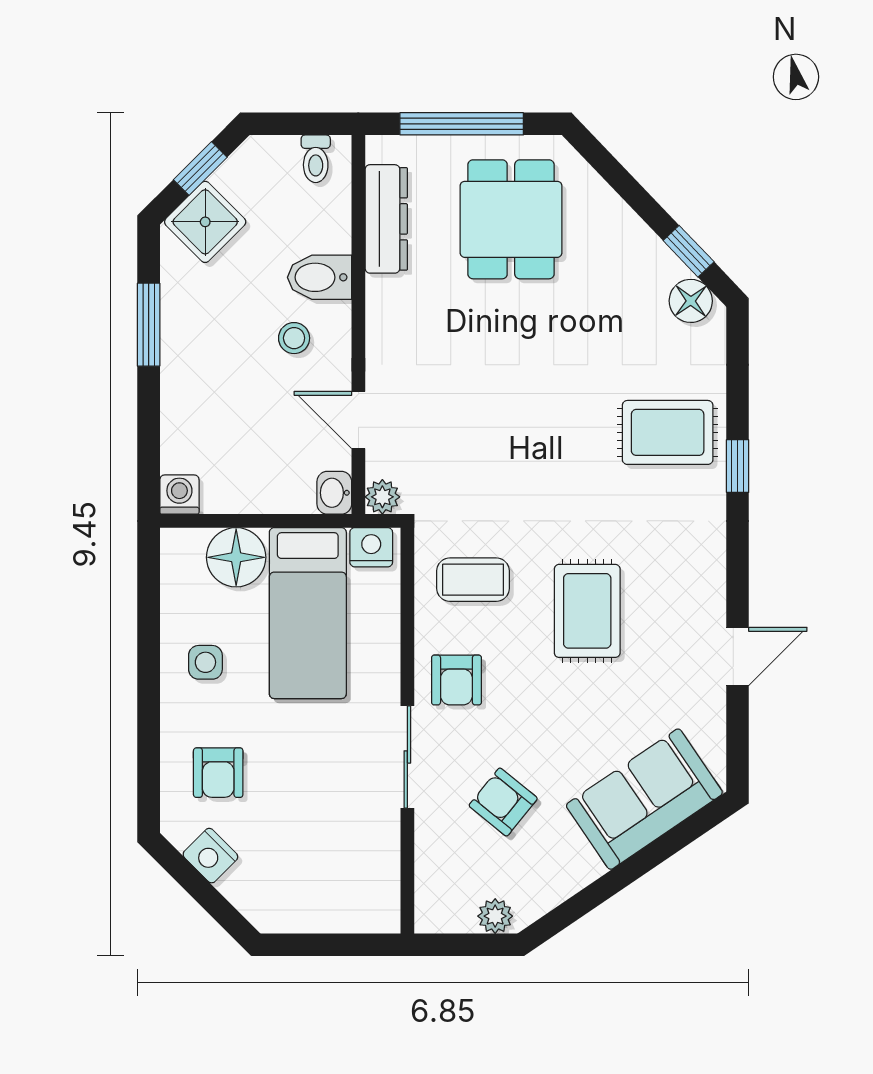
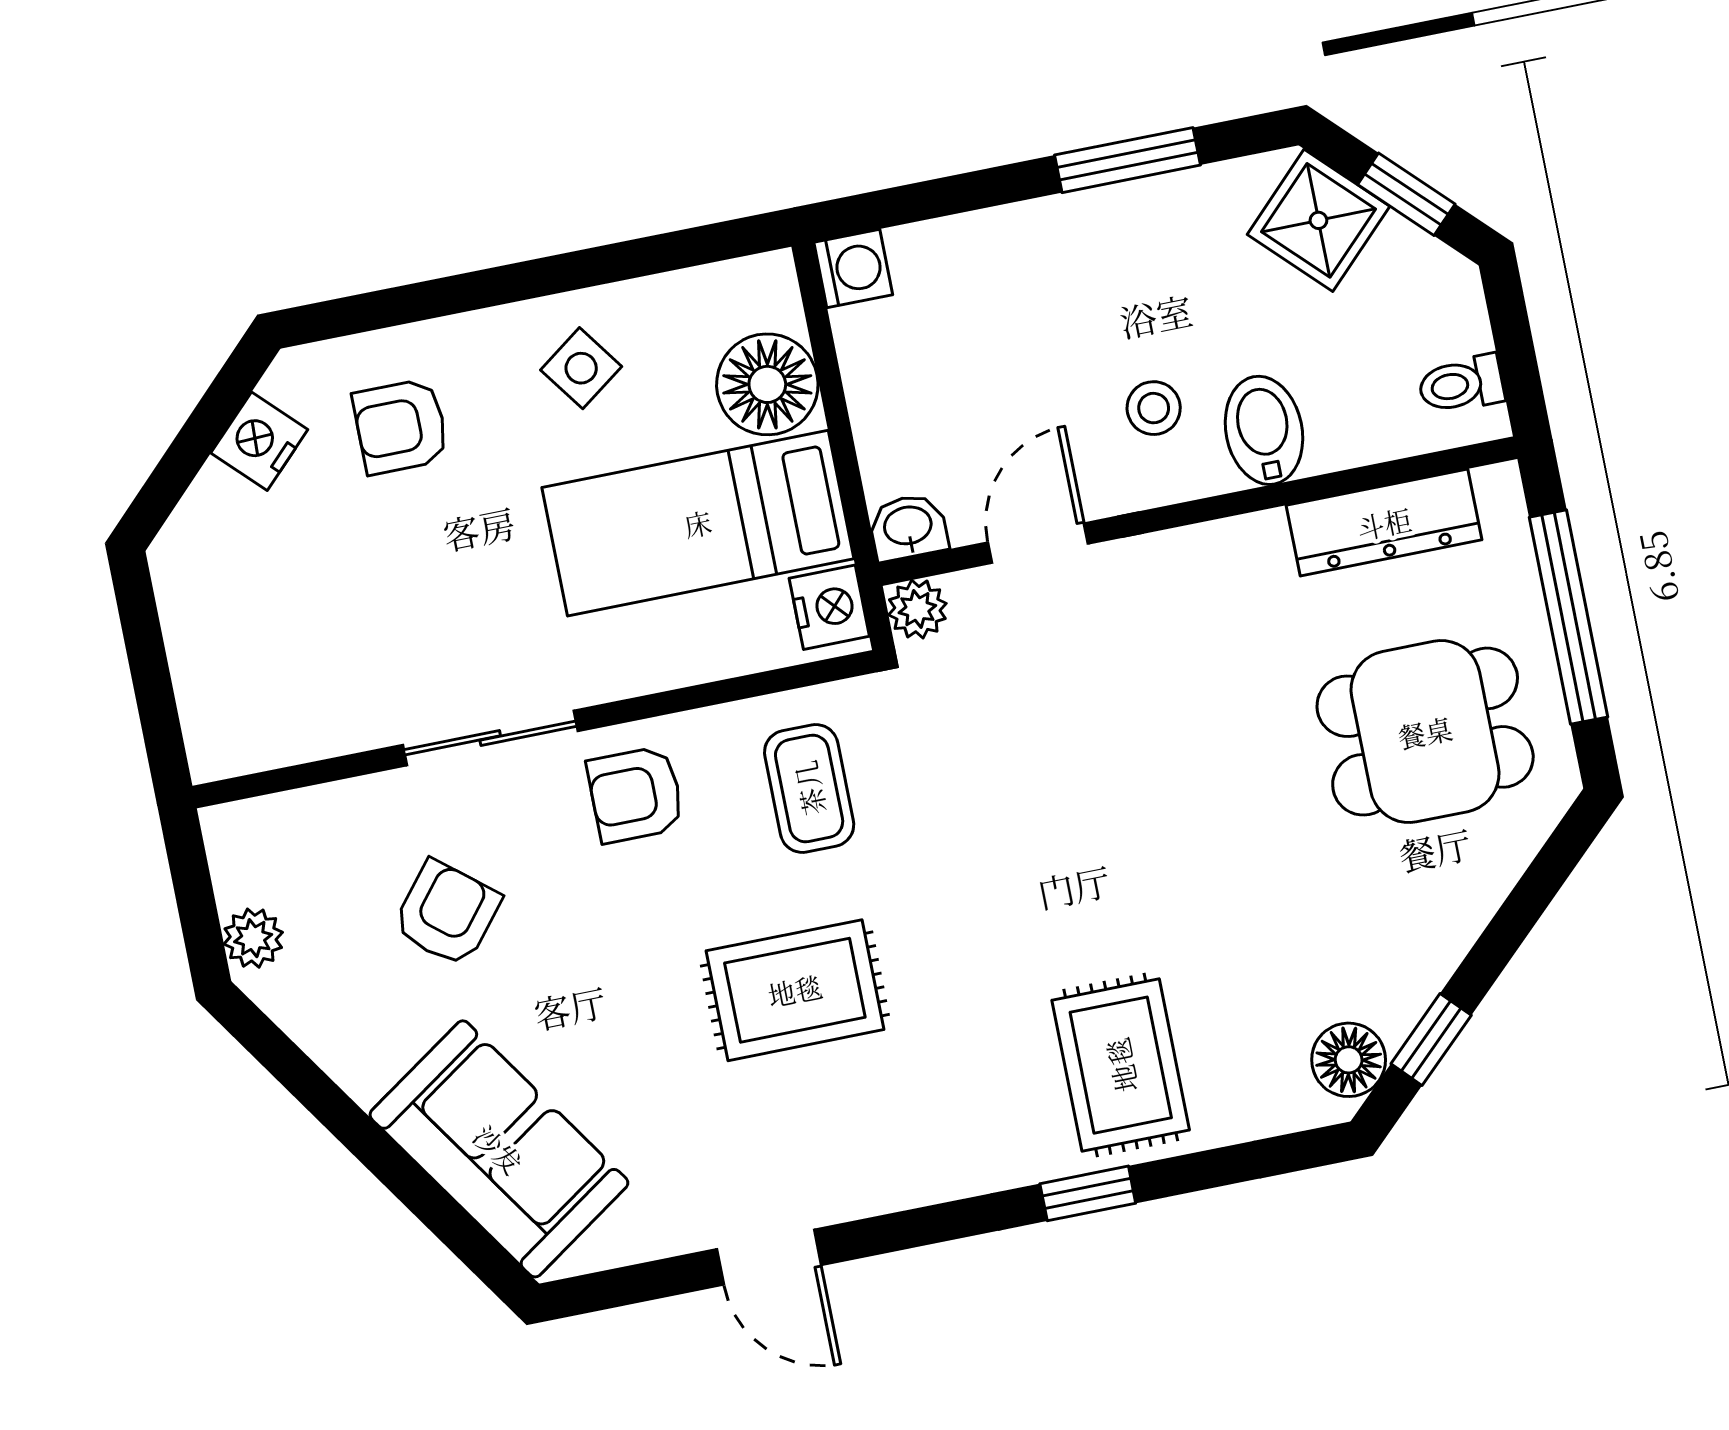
side table: (205, 662) -> (581, 368), turned -36

